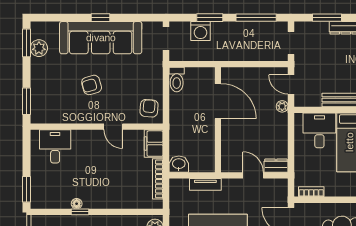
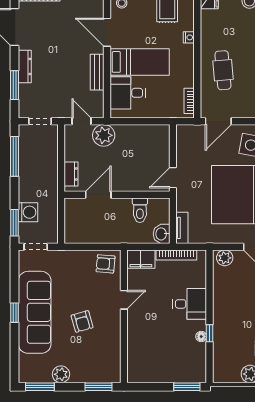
window: (210, 18) -> (15, 223), moved
plant: (39, 48) -> (61, 374), moved
toilet: (177, 80) -> (140, 210), moved, turned 90
door: (291, 84) -> (82, 121), swing flipped
door: (218, 101) -> (98, 195), width x0.73
plant: (282, 106) -> (104, 135), width x1.88, depth x1.88
desk: (55, 146) -> (190, 304), moved, turned 180
dresser: (276, 166) -> (71, 174), moved, turned 180
door: (253, 175) -> (173, 178), moved
tv unit: (205, 184) -> (182, 228), moved

